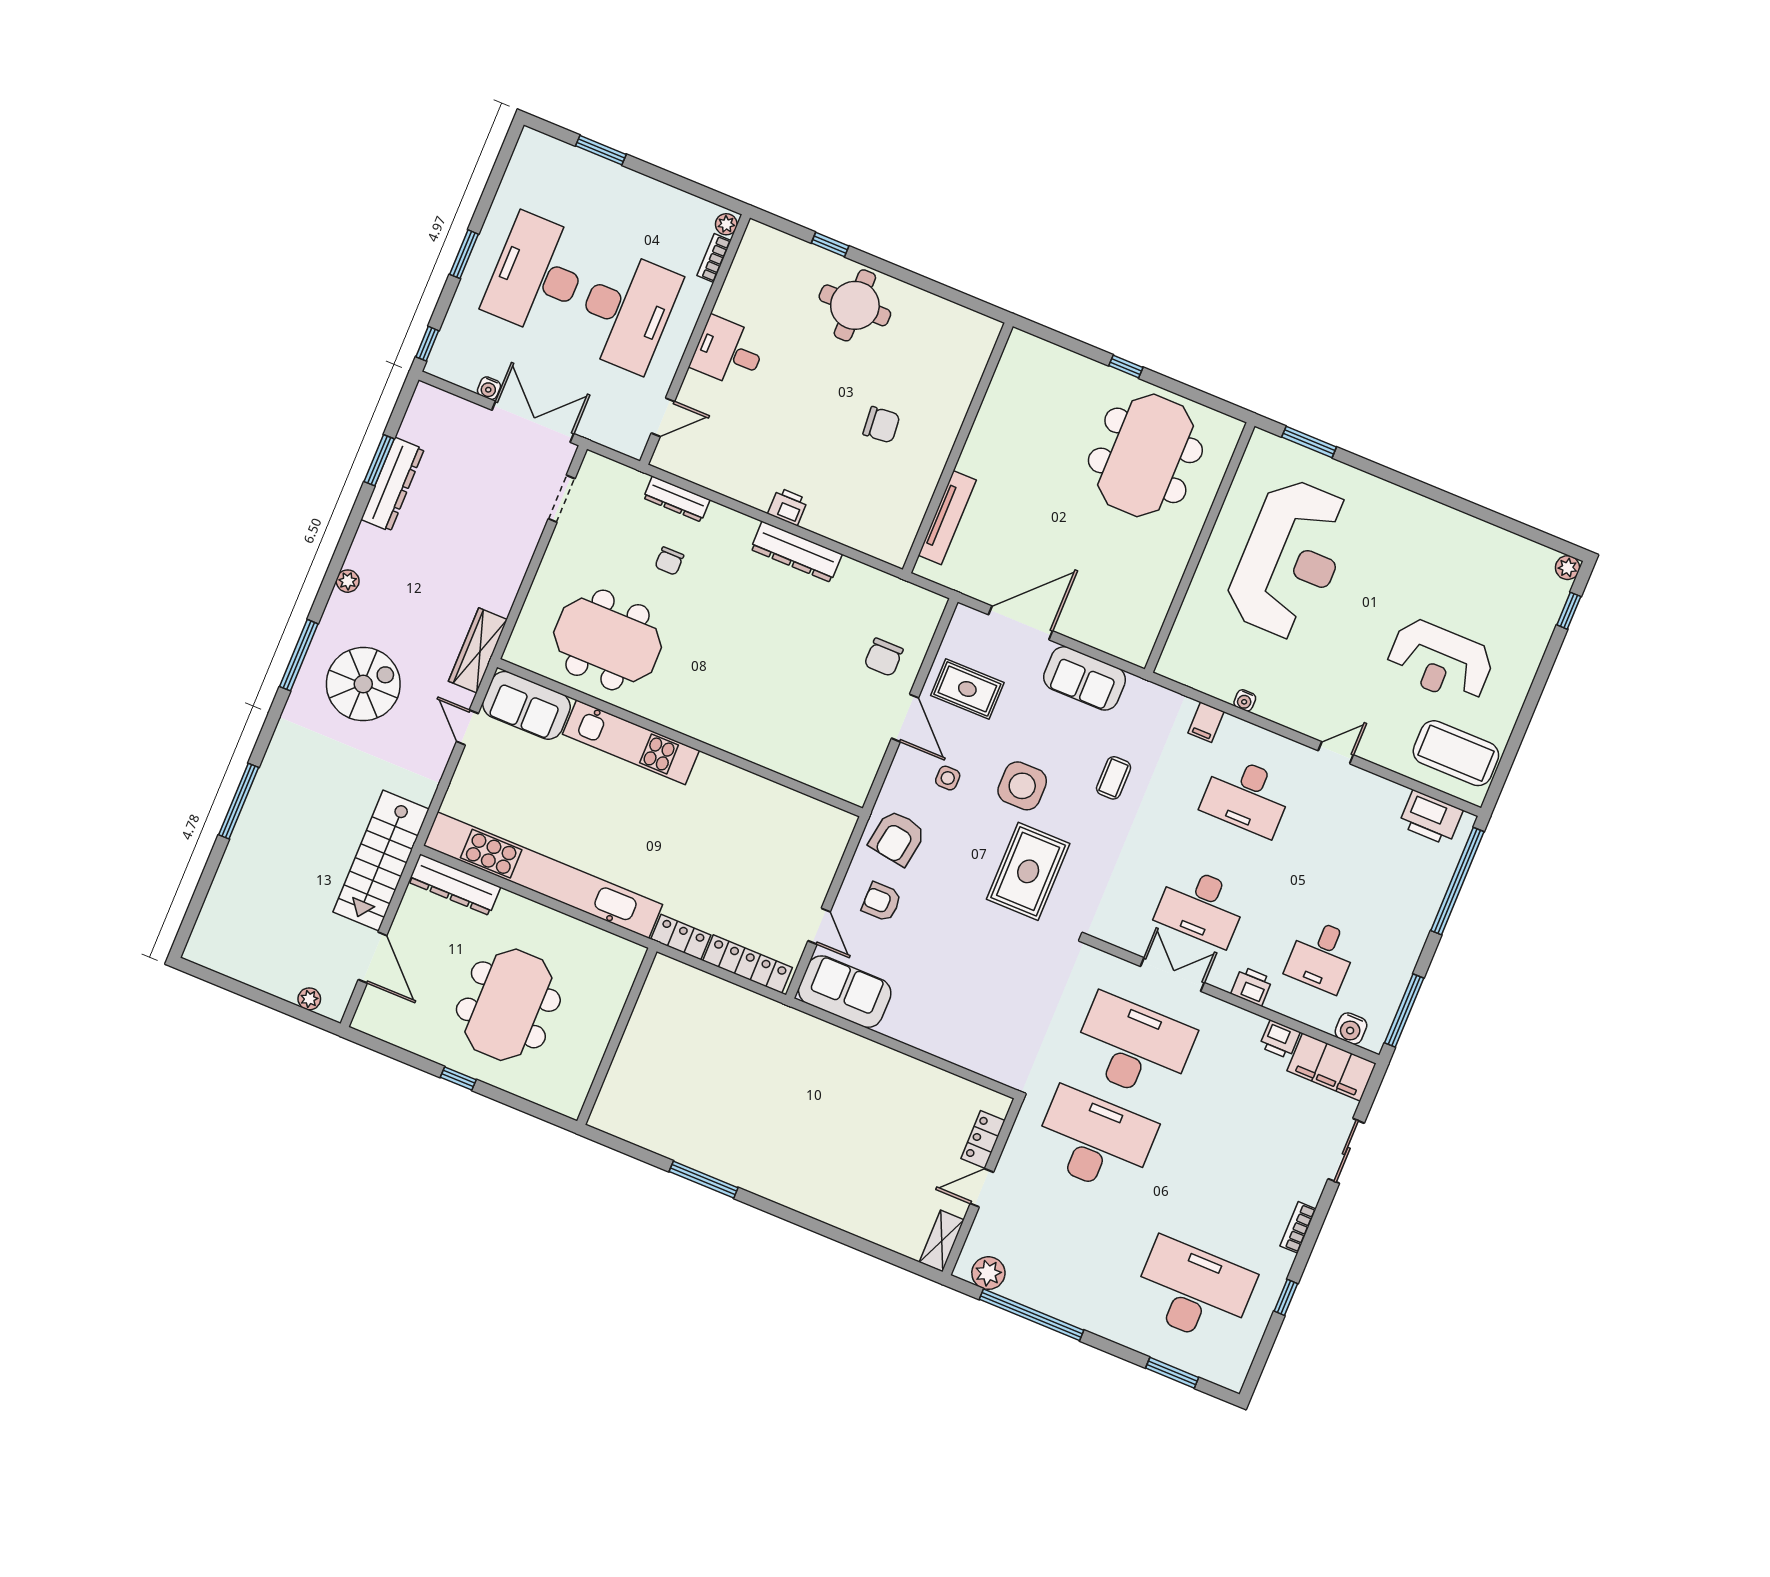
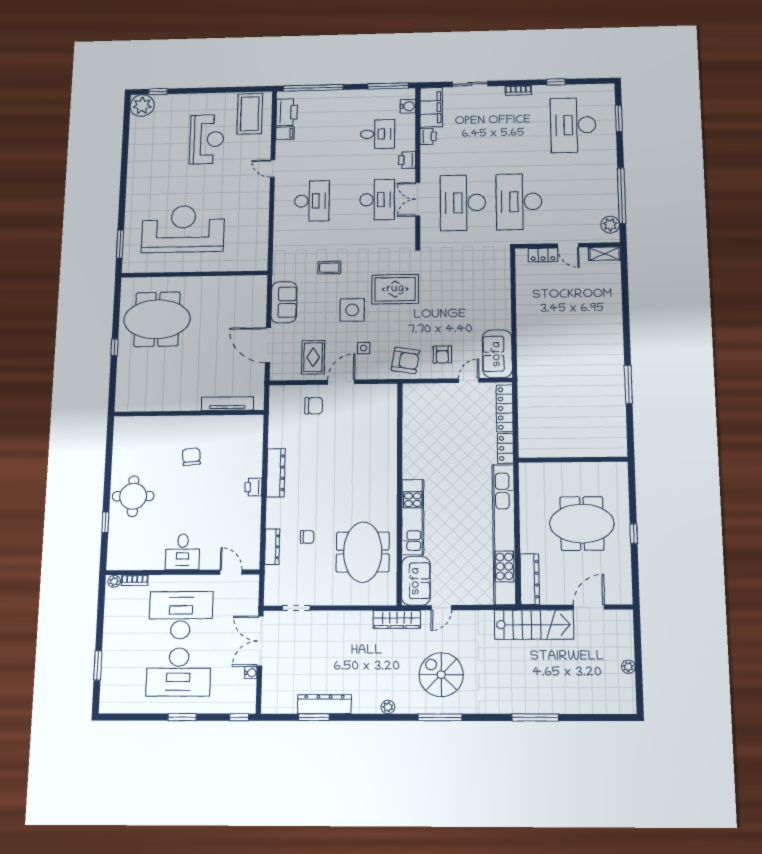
plant: (1567, 568) -> (142, 106), width x1.88, depth x1.88
water cooler: (1245, 700) -> (264, 221), removed
filing cabinet: (1206, 722) -> (285, 133), moved
plant: (309, 999) -> (628, 667), moved

